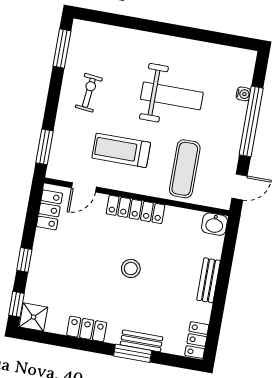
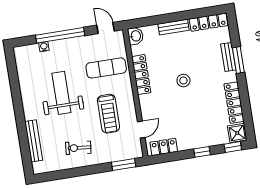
bench: (120, 35) -> (34, 141), added
window: (62, 48) -> (56, 175), removed
door: (84, 187) -> (141, 130), hinge flipped
locker: (135, 209) -> (141, 75), moved
locker: (87, 329) -> (234, 103), width x1.53
locker: (197, 340) -> (209, 22), width x1.53

